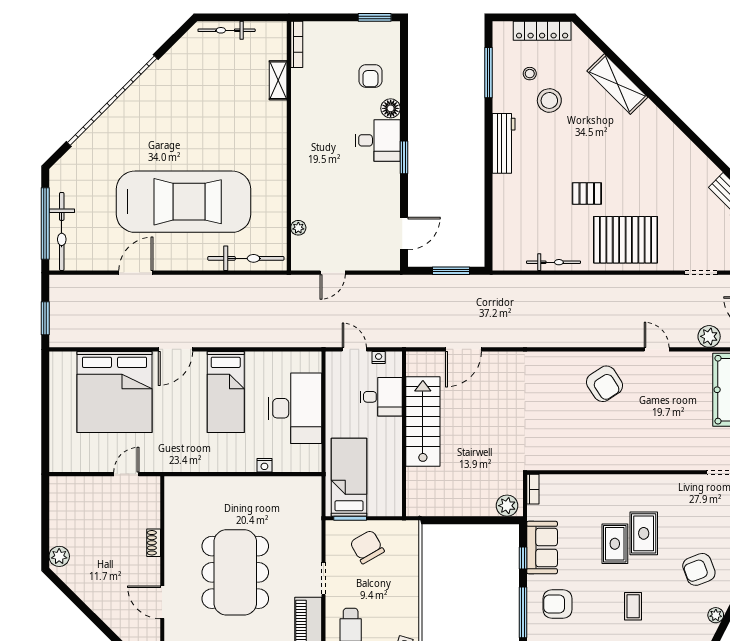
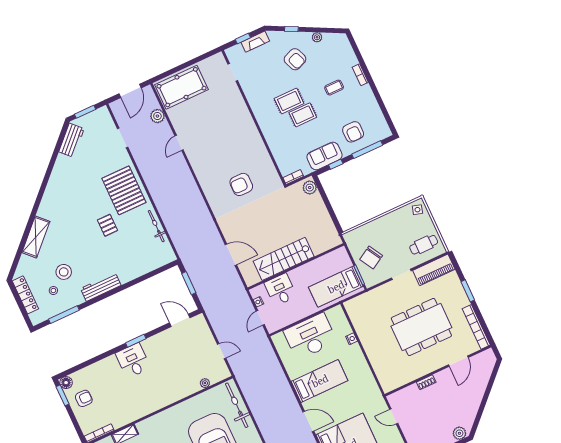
armchair: (370, 76) -> (84, 398), moved
floor lamp: (391, 108) -> (66, 383), moved
armchair: (605, 384) -> (241, 184), moved, turned -147

